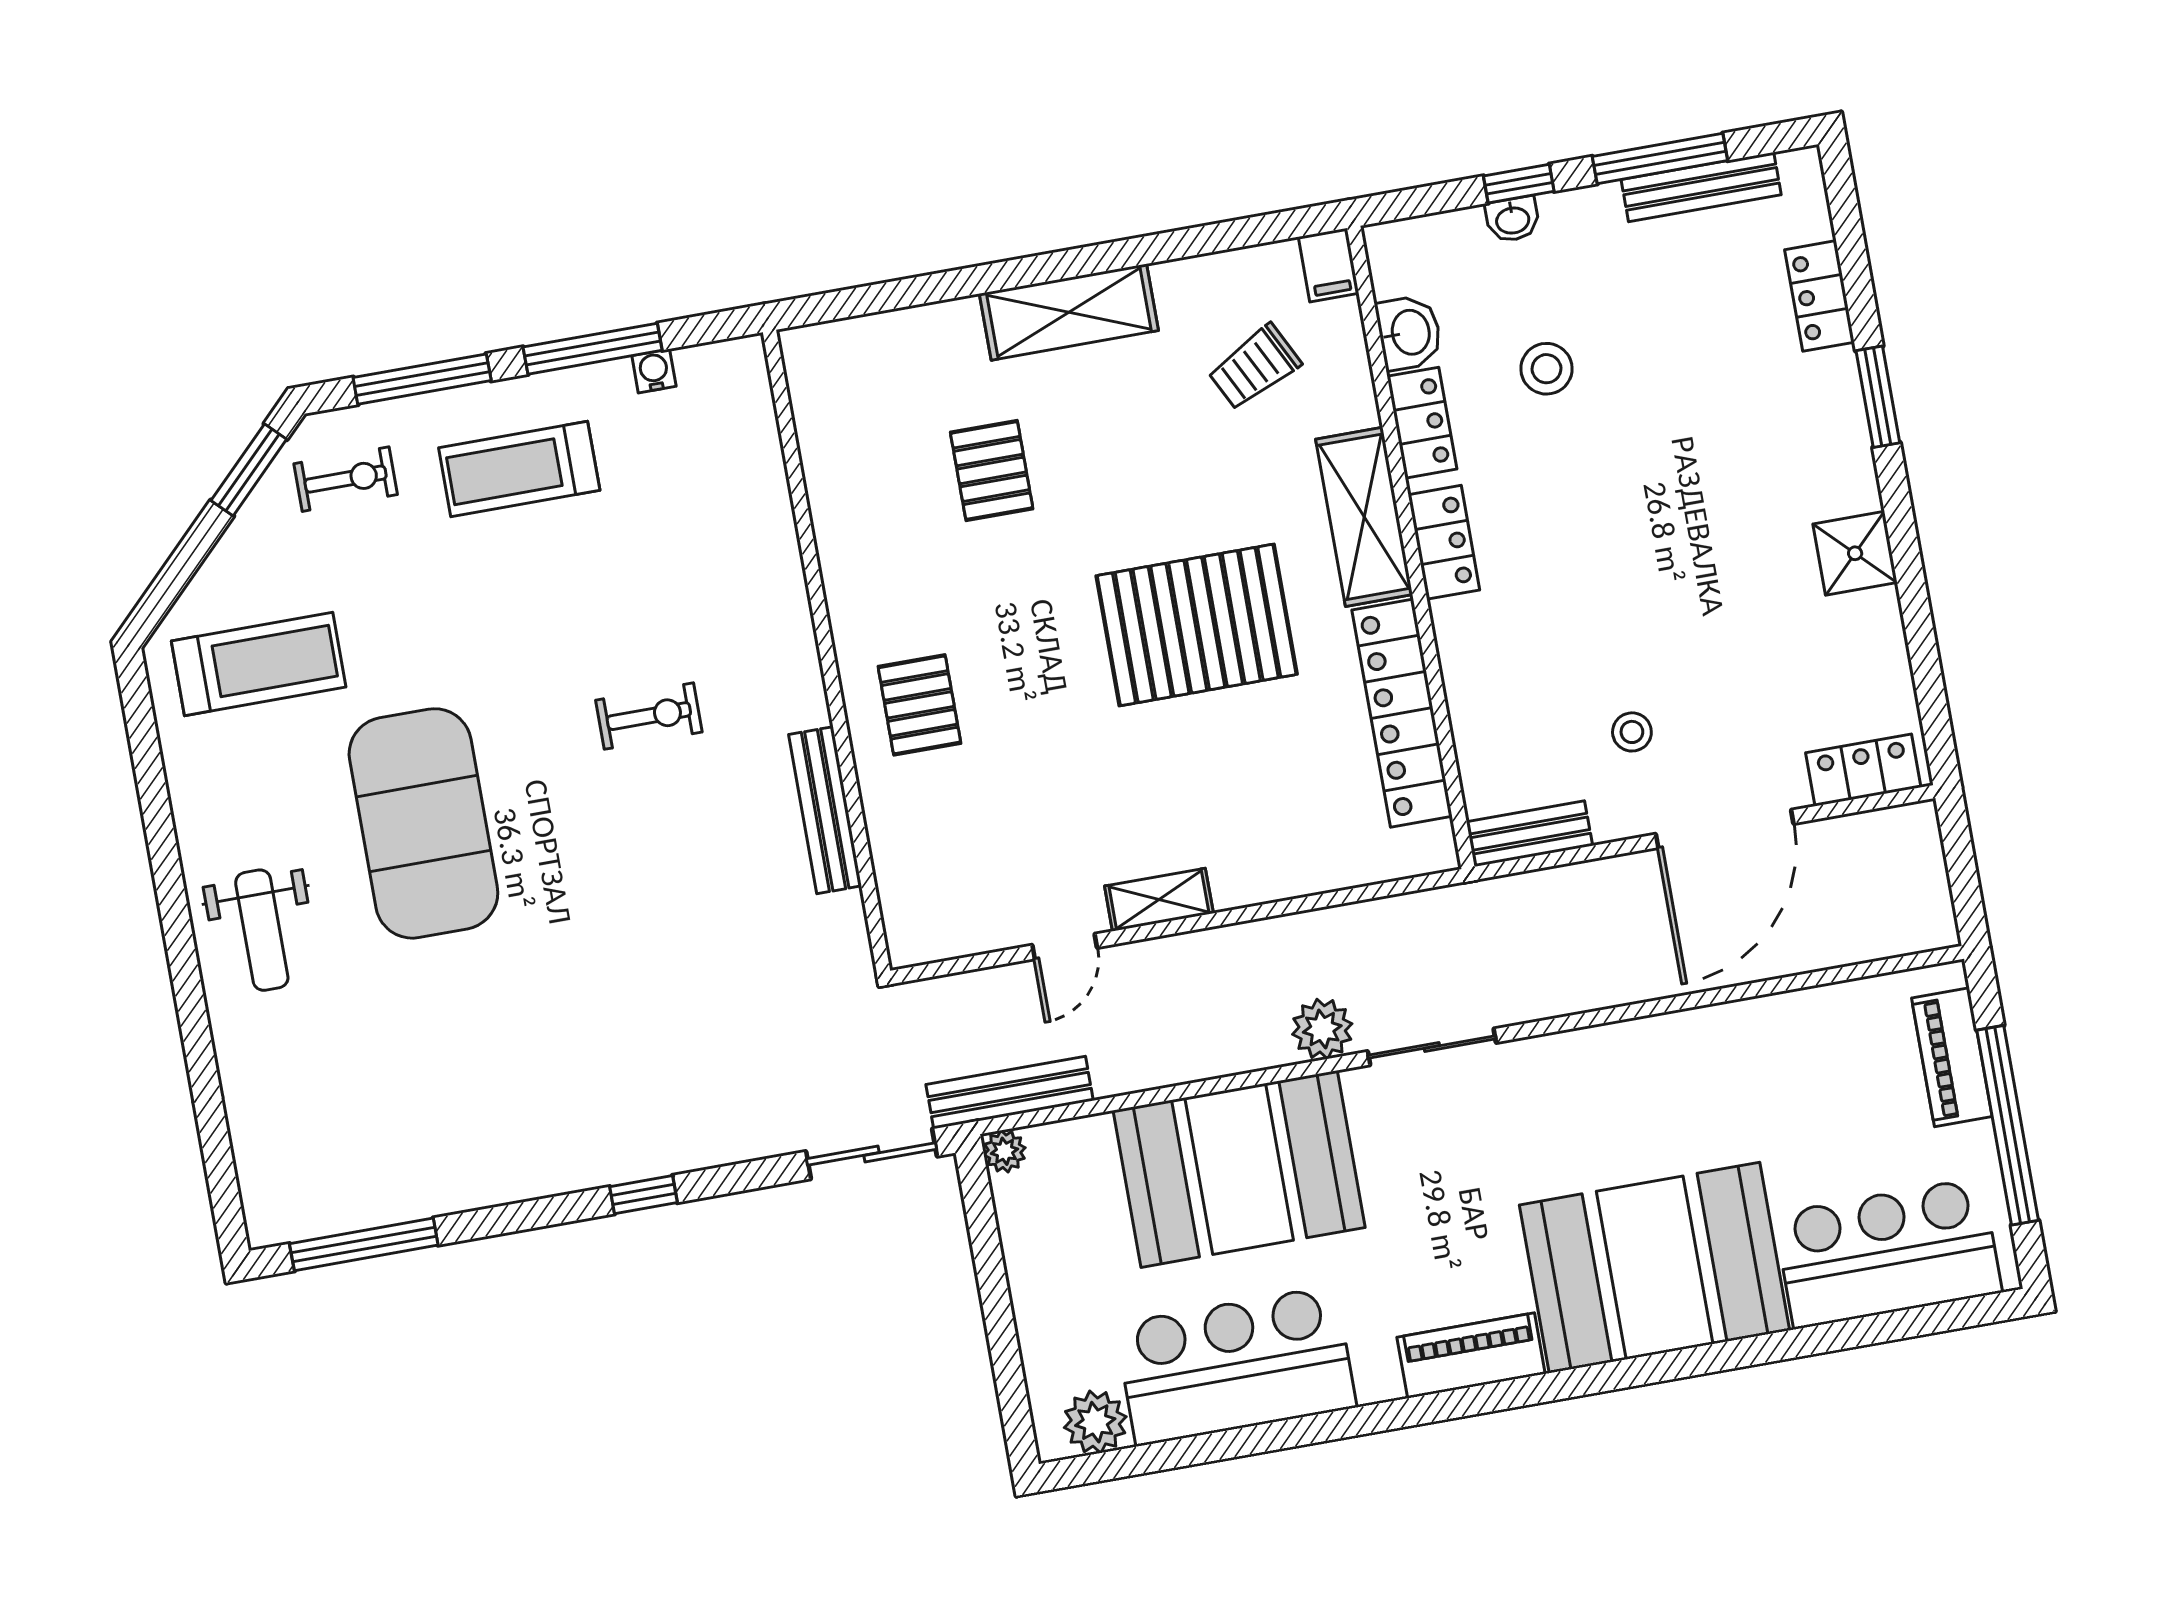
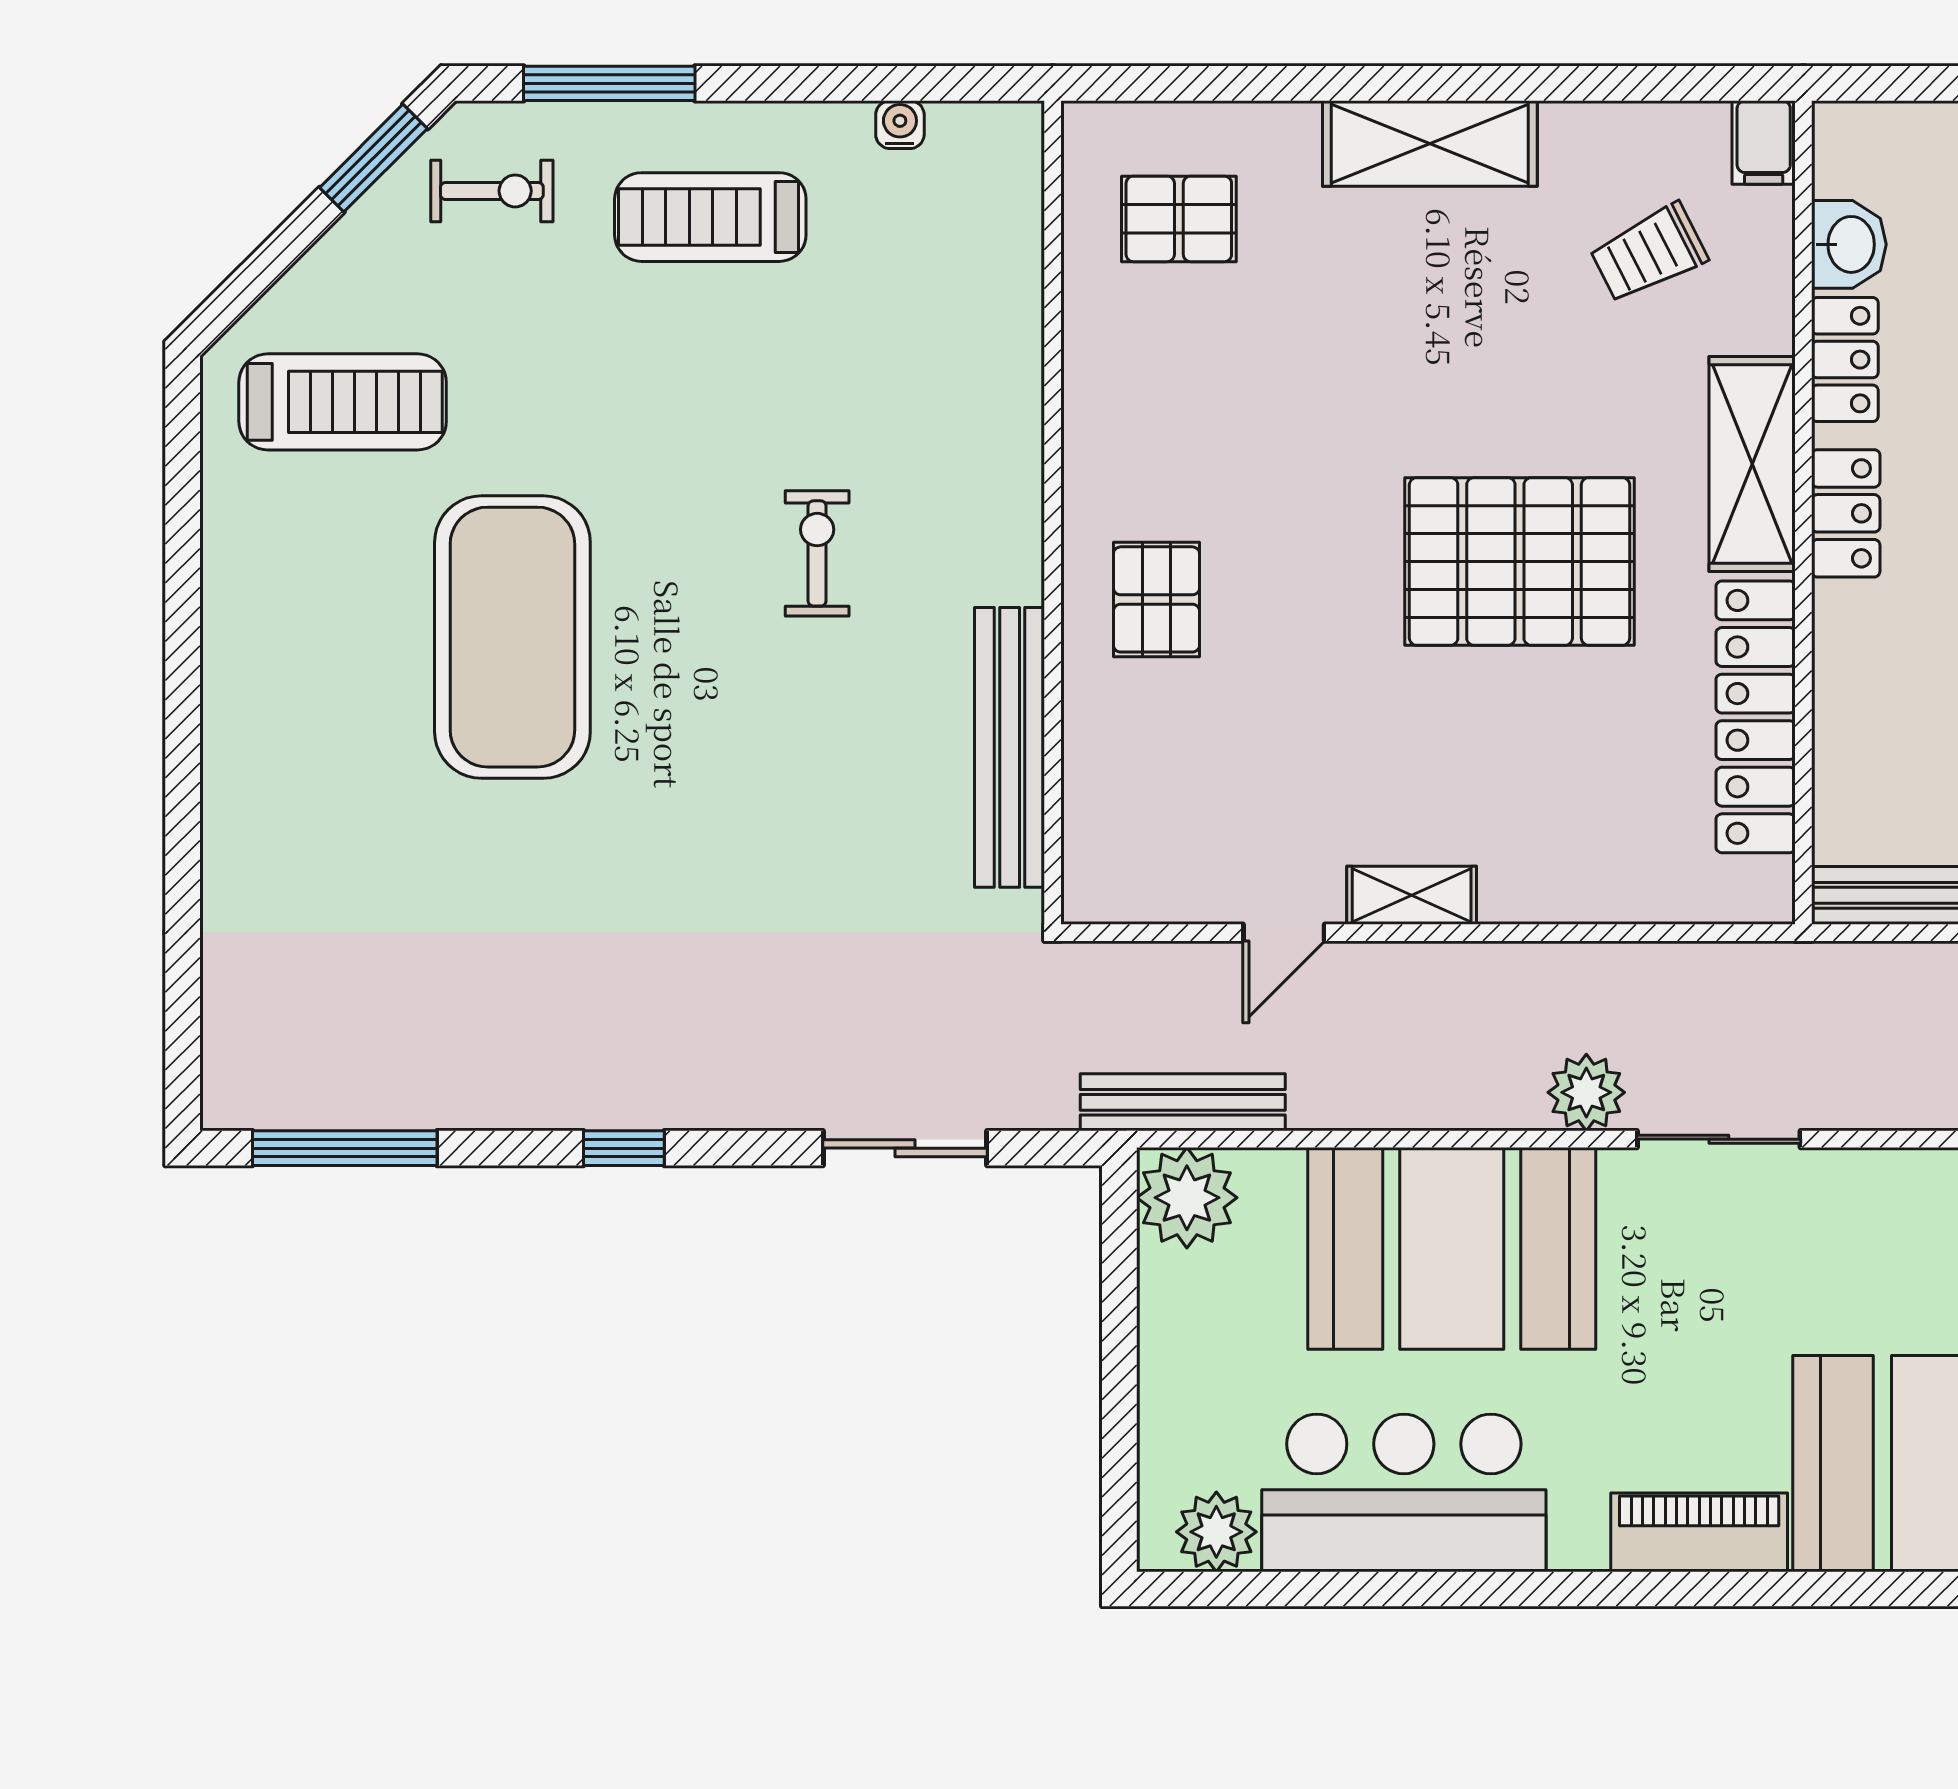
window: (593, 349) -> (828, 83), removed
pallet: (992, 471) -> (1179, 219), moved, turned 90
exercise bike: (649, 716) -> (817, 553), turned -90
bench: (825, 810) -> (1010, 747), width x1.37, depth x1.21
weight bench: (262, 930) -> (288, 734), removed
plant: (1005, 1151) -> (1187, 1198), width x1.87, depth x1.87
sliding door: (872, 1154) -> (905, 1148), moved
window: (644, 1195) -> (624, 1148), moved

